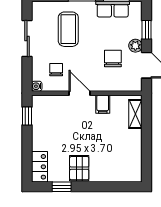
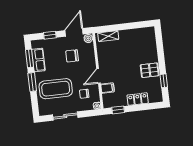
coffee table: (68, 29) -> (56, 89), width x1.36, depth x1.32
plant: (135, 46) -> (88, 38), moved
filing cabinet: (103, 104) -> (107, 88), moved
locker: (39, 167) -> (138, 99), moved

